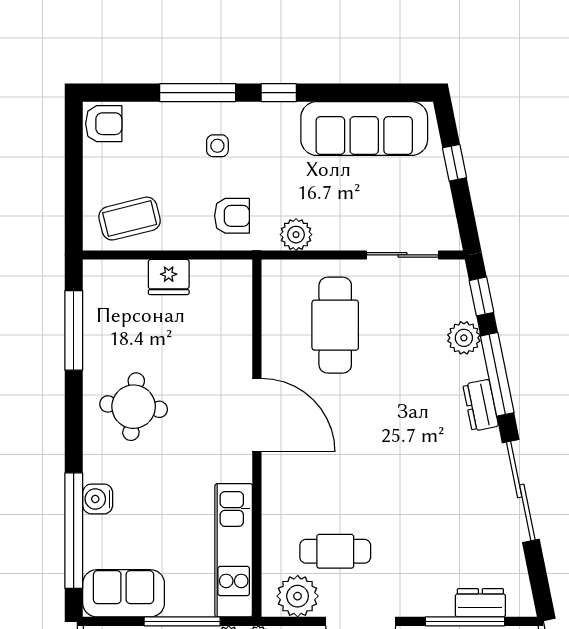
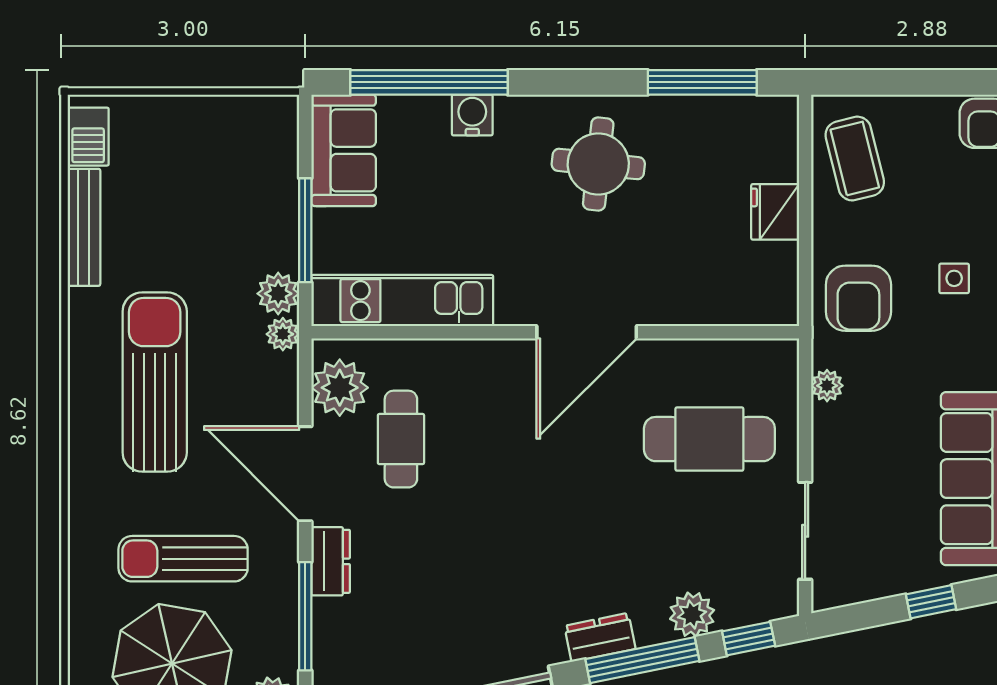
armchair: (232, 216) -> (858, 298), width x1.38, depth x1.38
plant: (296, 235) -> (827, 386), width x0.73, depth x0.73
dresser: (480, 603) -> (331, 561), moved

